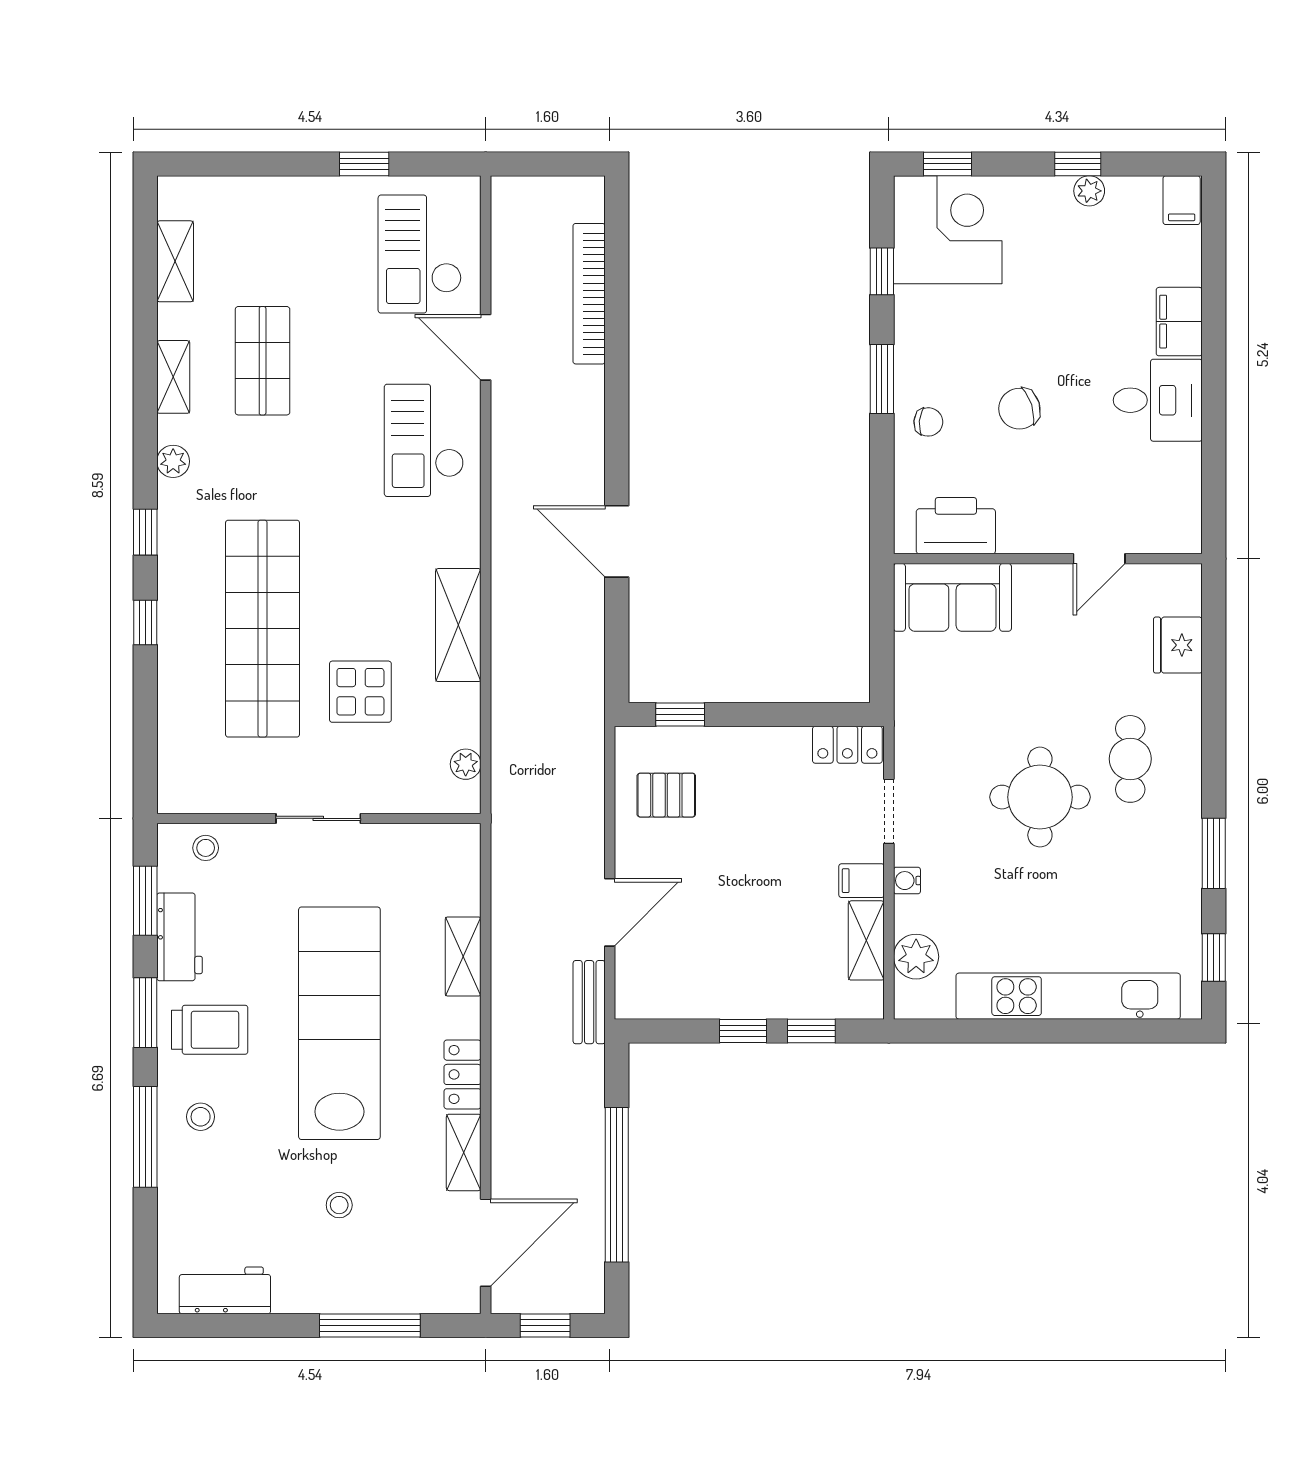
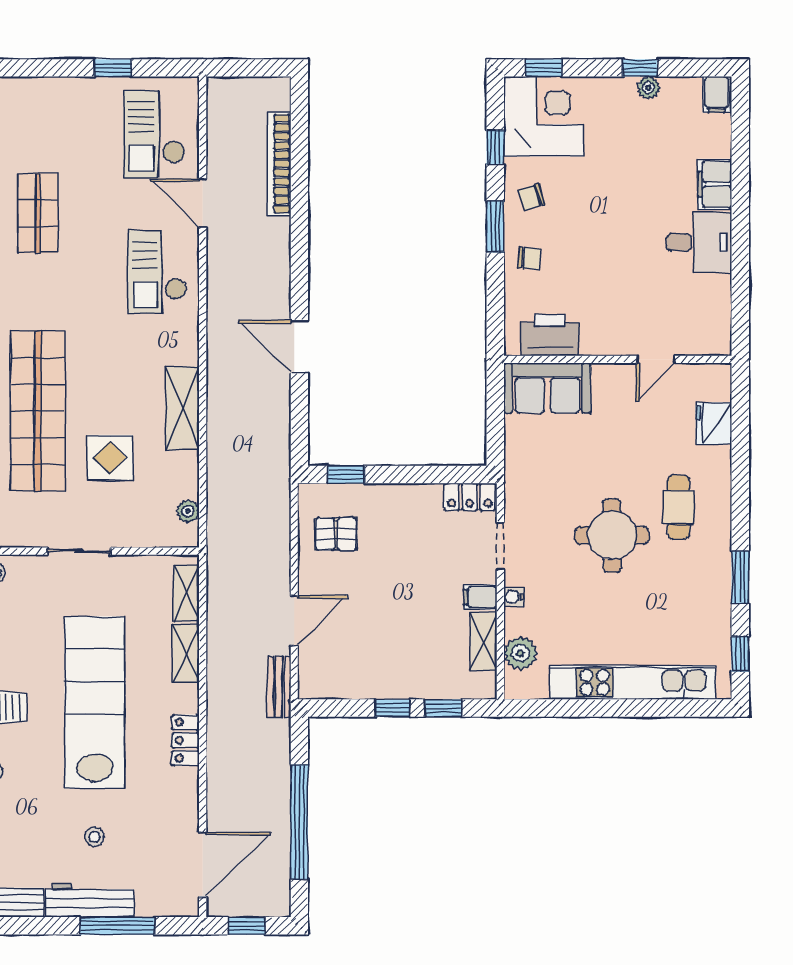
chair: (1019, 409) -> (532, 197), moved, width x0.73, depth x0.73
shelving: (464, 1152) -> (186, 593), moved
workbench: (333, 1292) -> (90, 901), added

